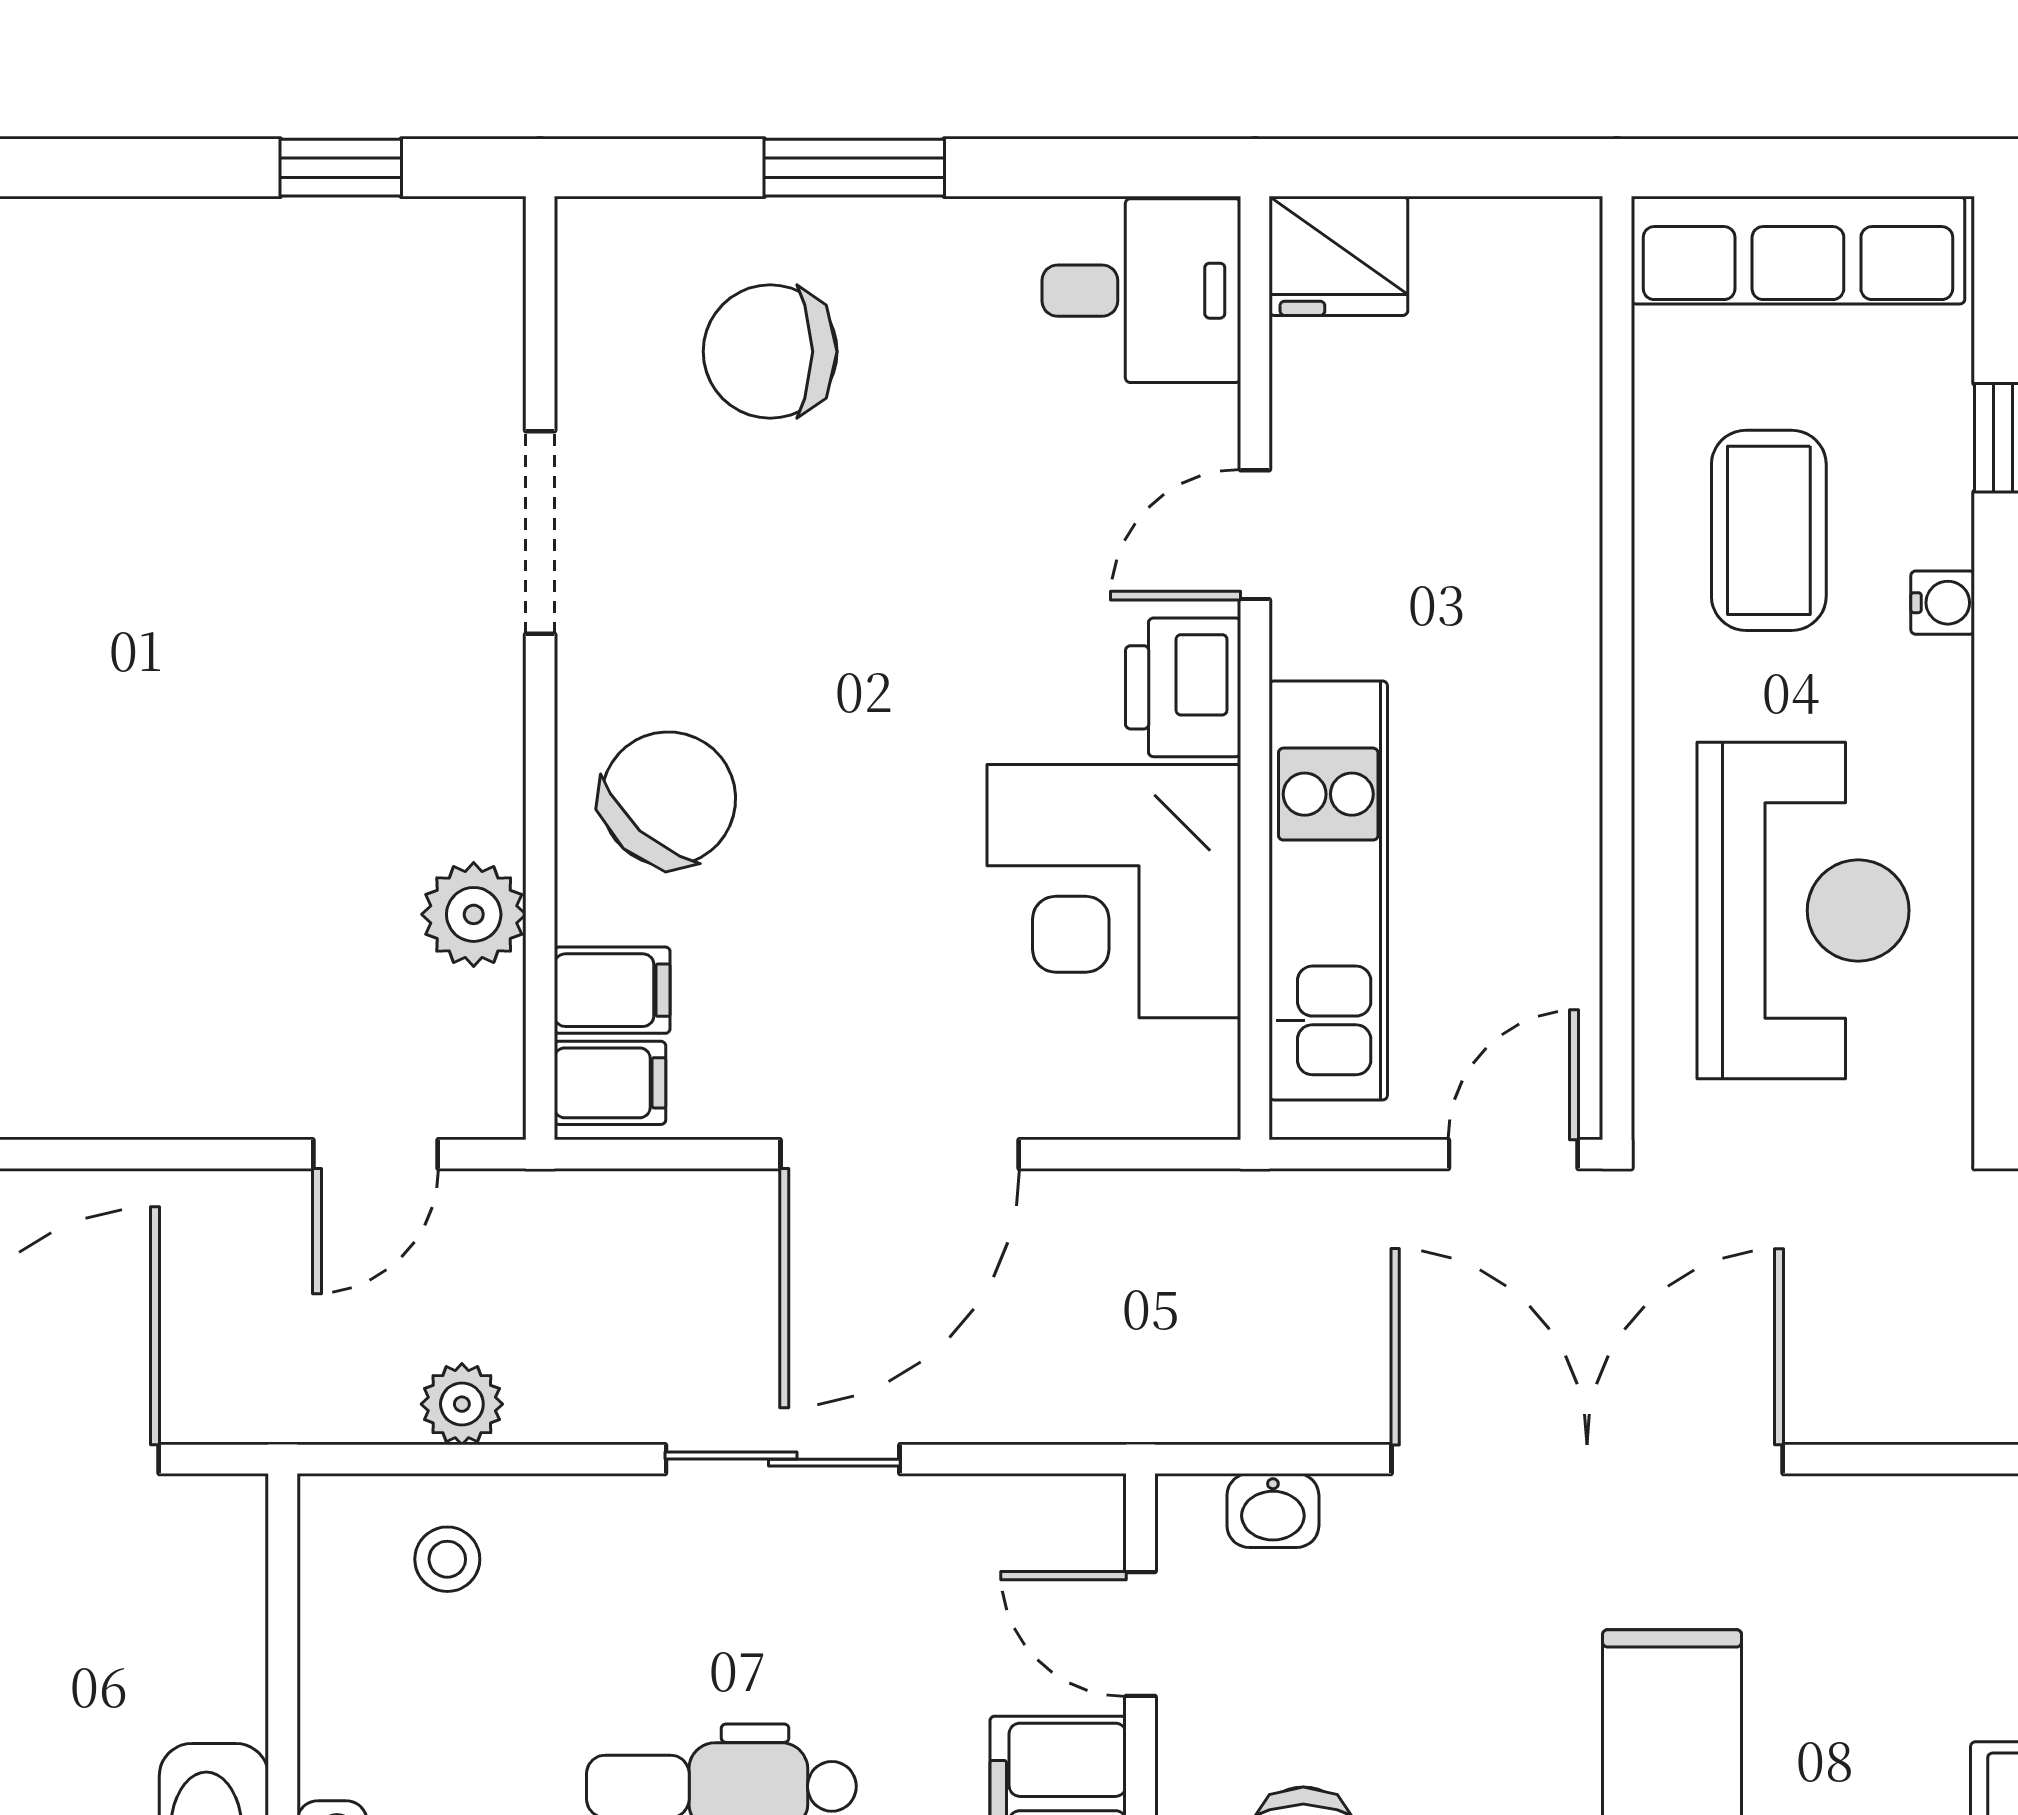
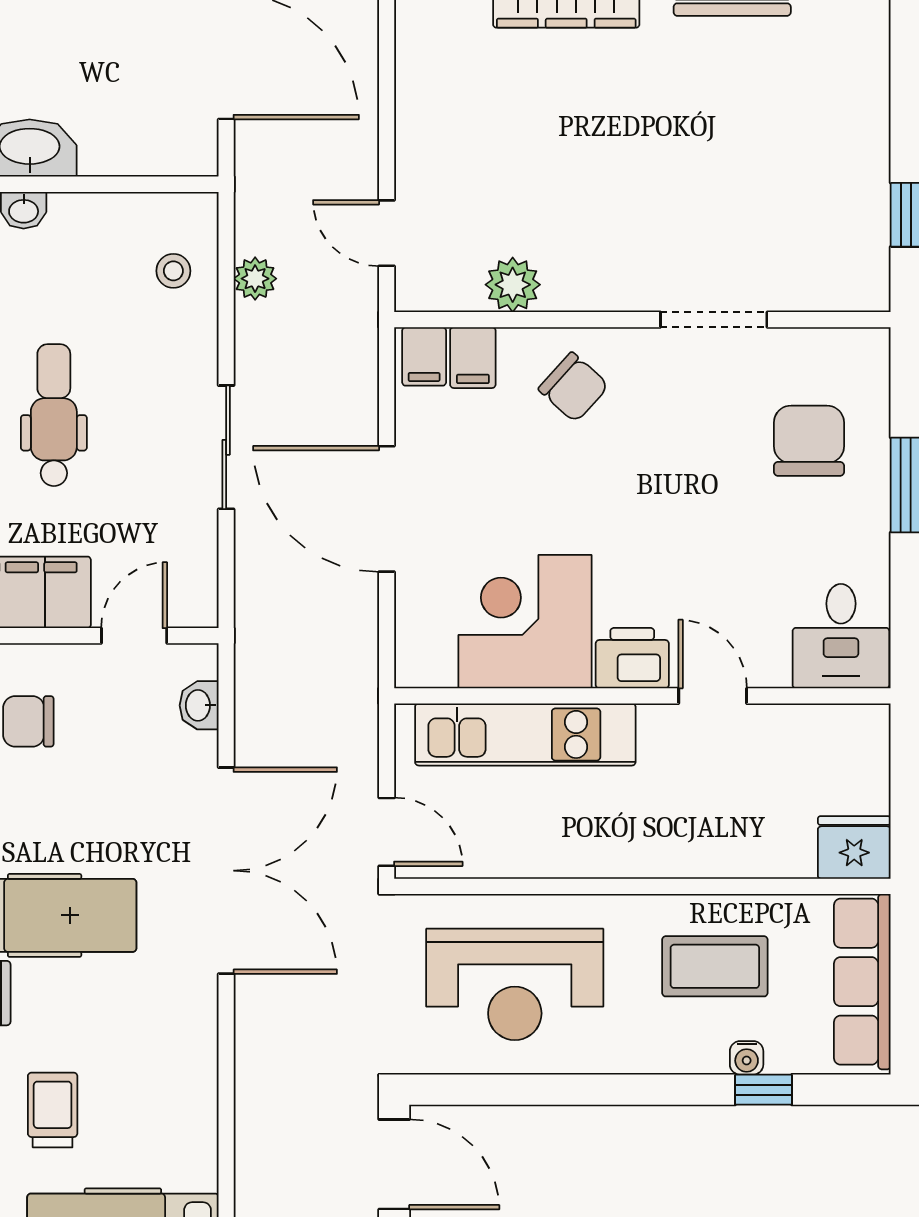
fridge: (1338, 256) -> (854, 848), moved, turned 90
water cooler: (1943, 603) -> (747, 1058), moved
chair: (668, 799) -> (574, 387), width x0.73, depth x0.73

